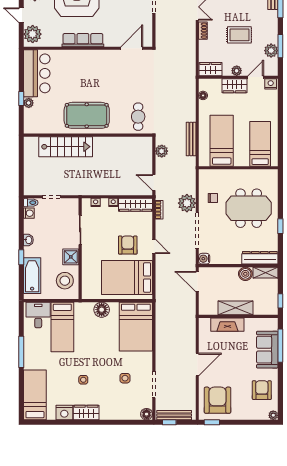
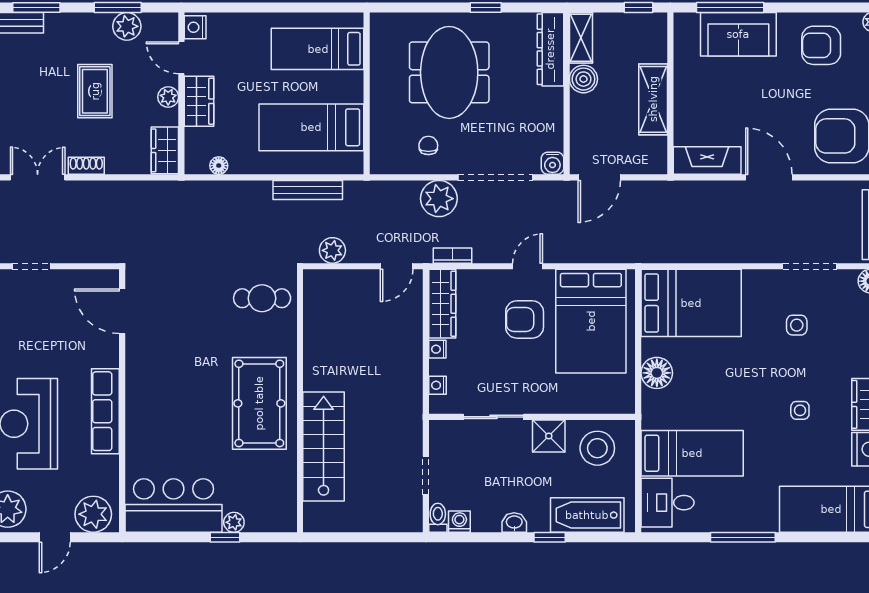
fireplace: (227, 325) -> (707, 160), moved, turned -90

